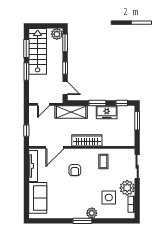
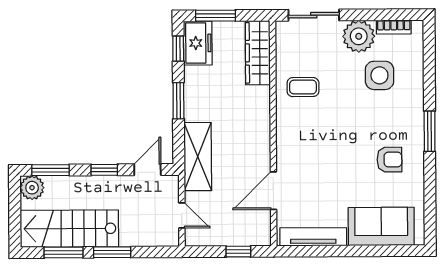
freezer: (107, 112) -> (198, 43), moved
wardrobe: (87, 140) -> (258, 53), moved
door: (55, 147) -> (273, 191), swing flipped
armchair: (75, 170) -> (389, 160), moved
plant: (92, 213) -> (413, 111), removed

